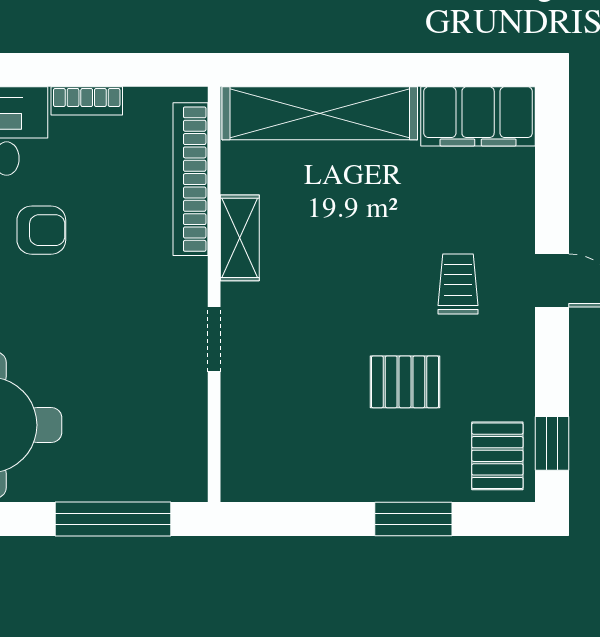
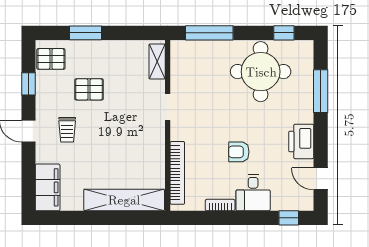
filing cabinet: (478, 116) -> (48, 187), moved, turned 90
shelving: (240, 238) -> (157, 61), moved
window: (552, 443) -> (28, 84), moved
pallet: (497, 456) -> (51, 59), turned 90

